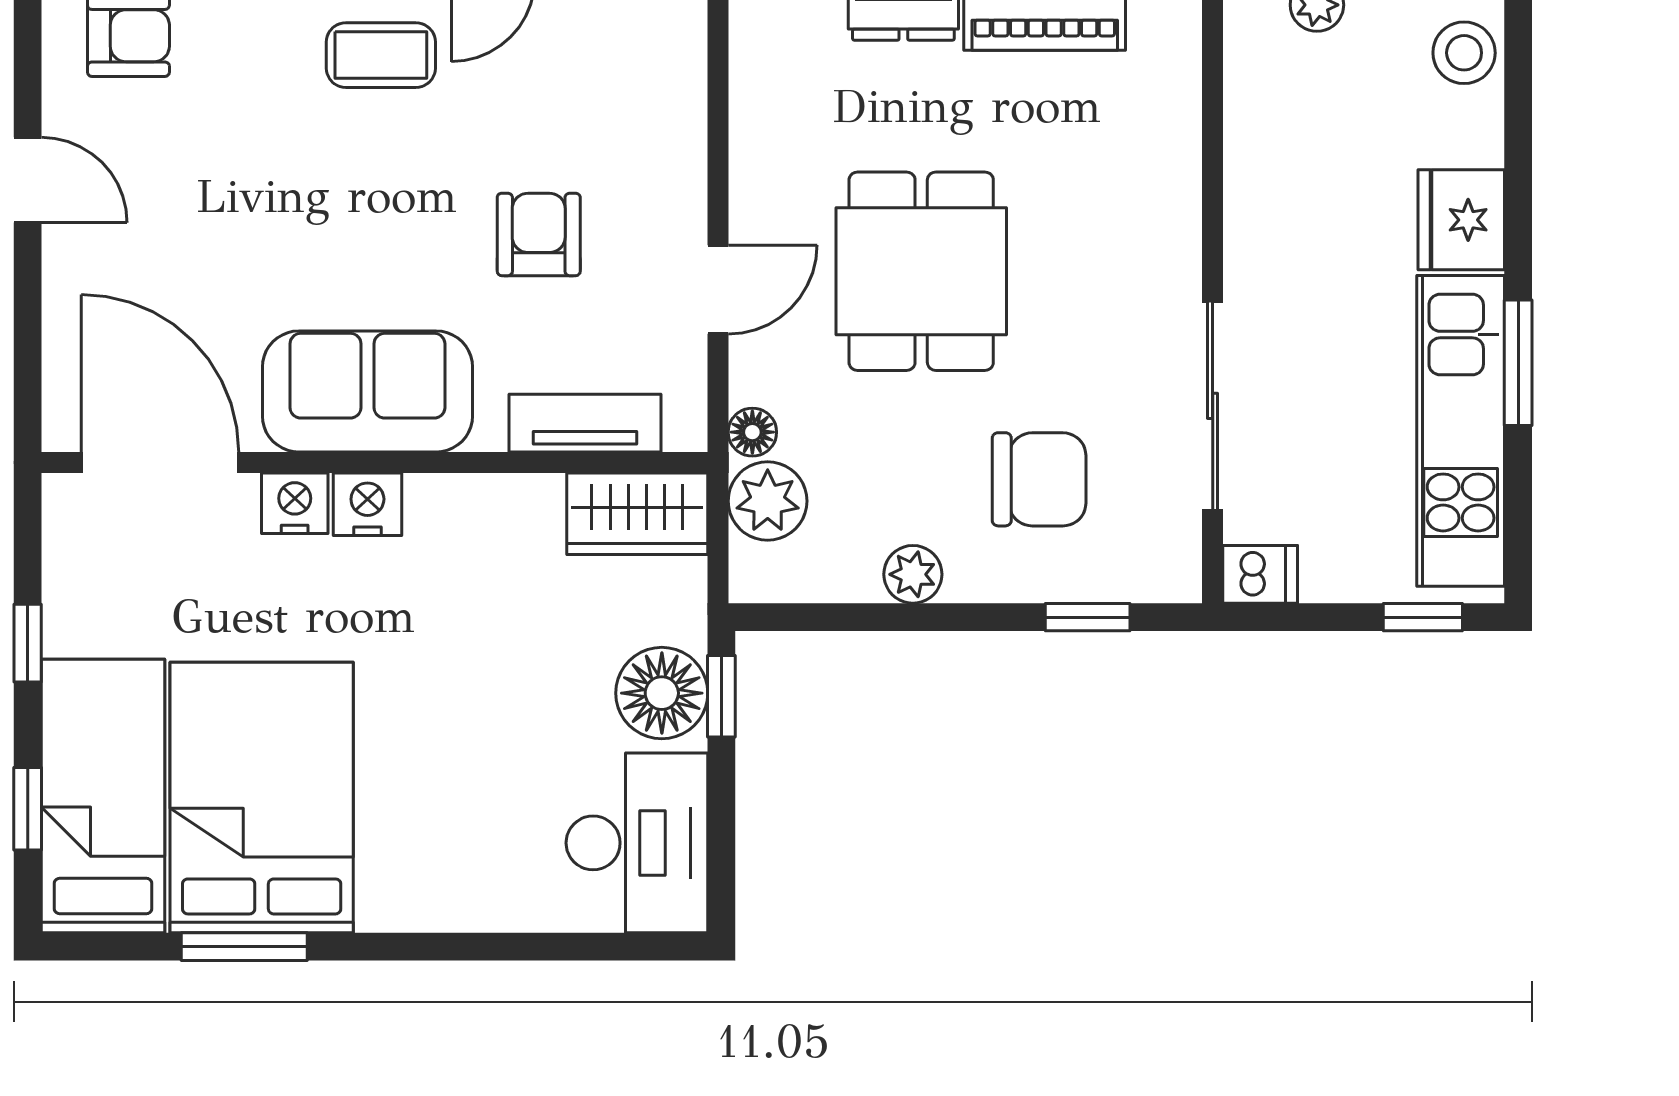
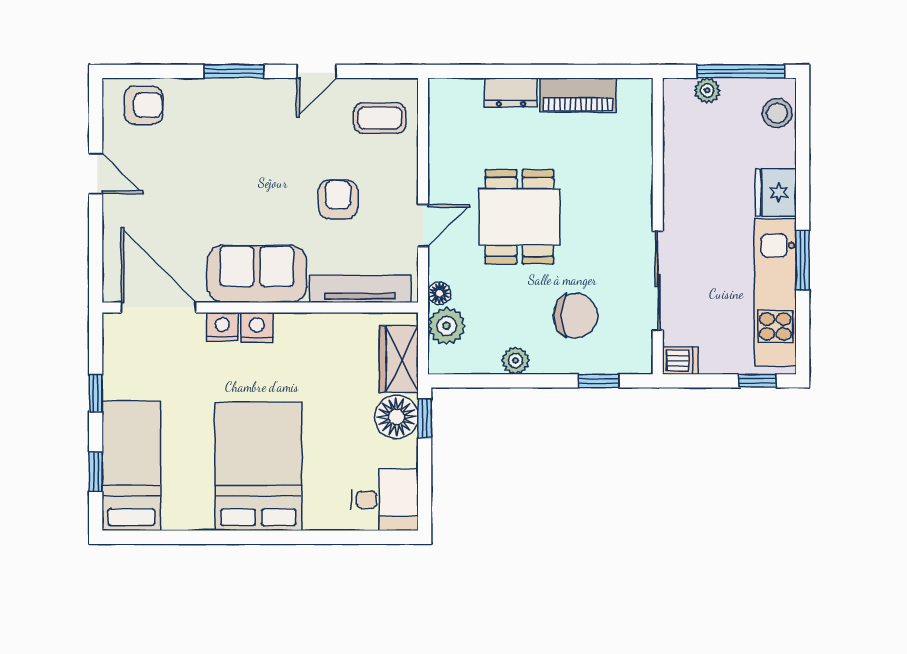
coffee table: (381, 55) -> (380, 118), moved
tv unit: (585, 423) -> (360, 289), width x1.41
wardrobe: (637, 514) -> (399, 359), moved, turned 90
bed: (262, 798) -> (258, 466), moved
desk: (637, 843) -> (385, 500), width x0.73
window: (244, 947) -> (198, 537), removed

